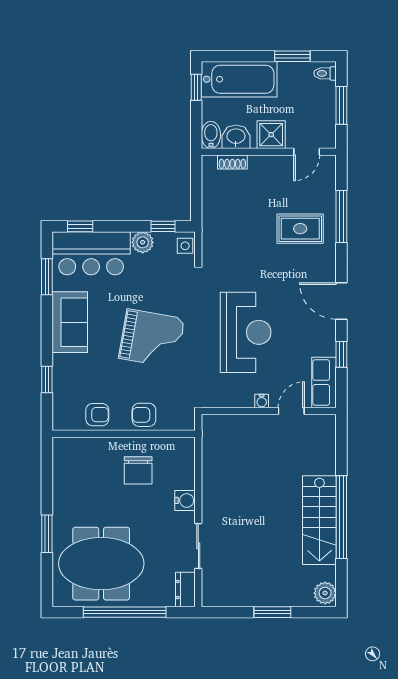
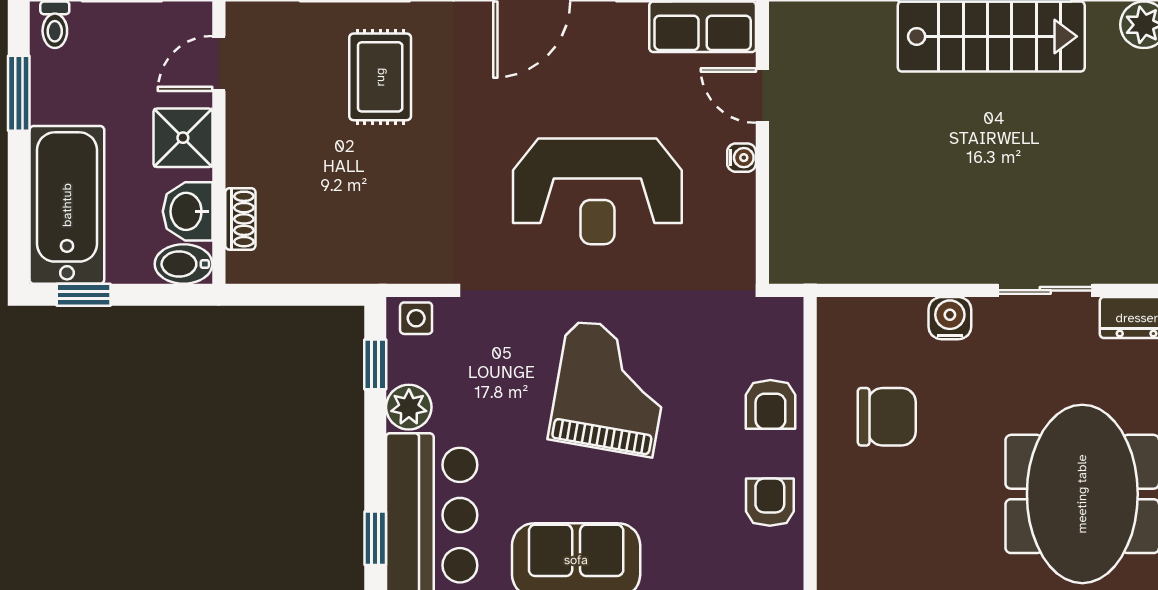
door: (307, 152) -> (219, 63), swing flipped
reception desk: (246, 332) -> (597, 191), turned 180

